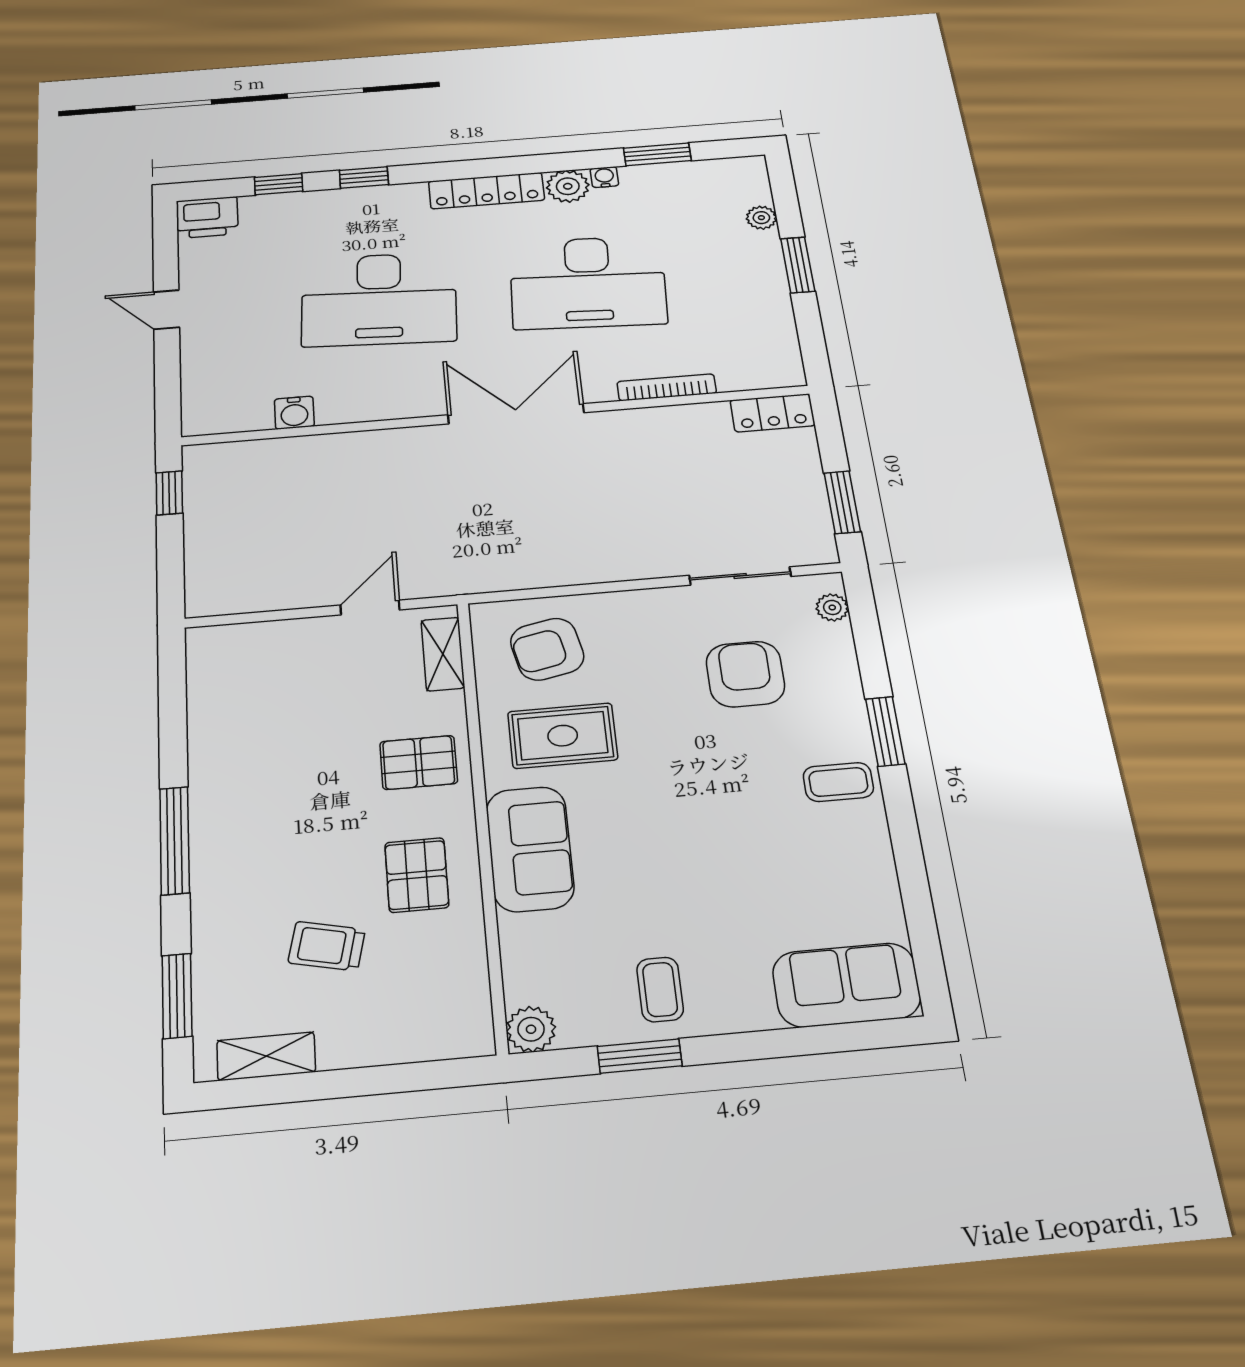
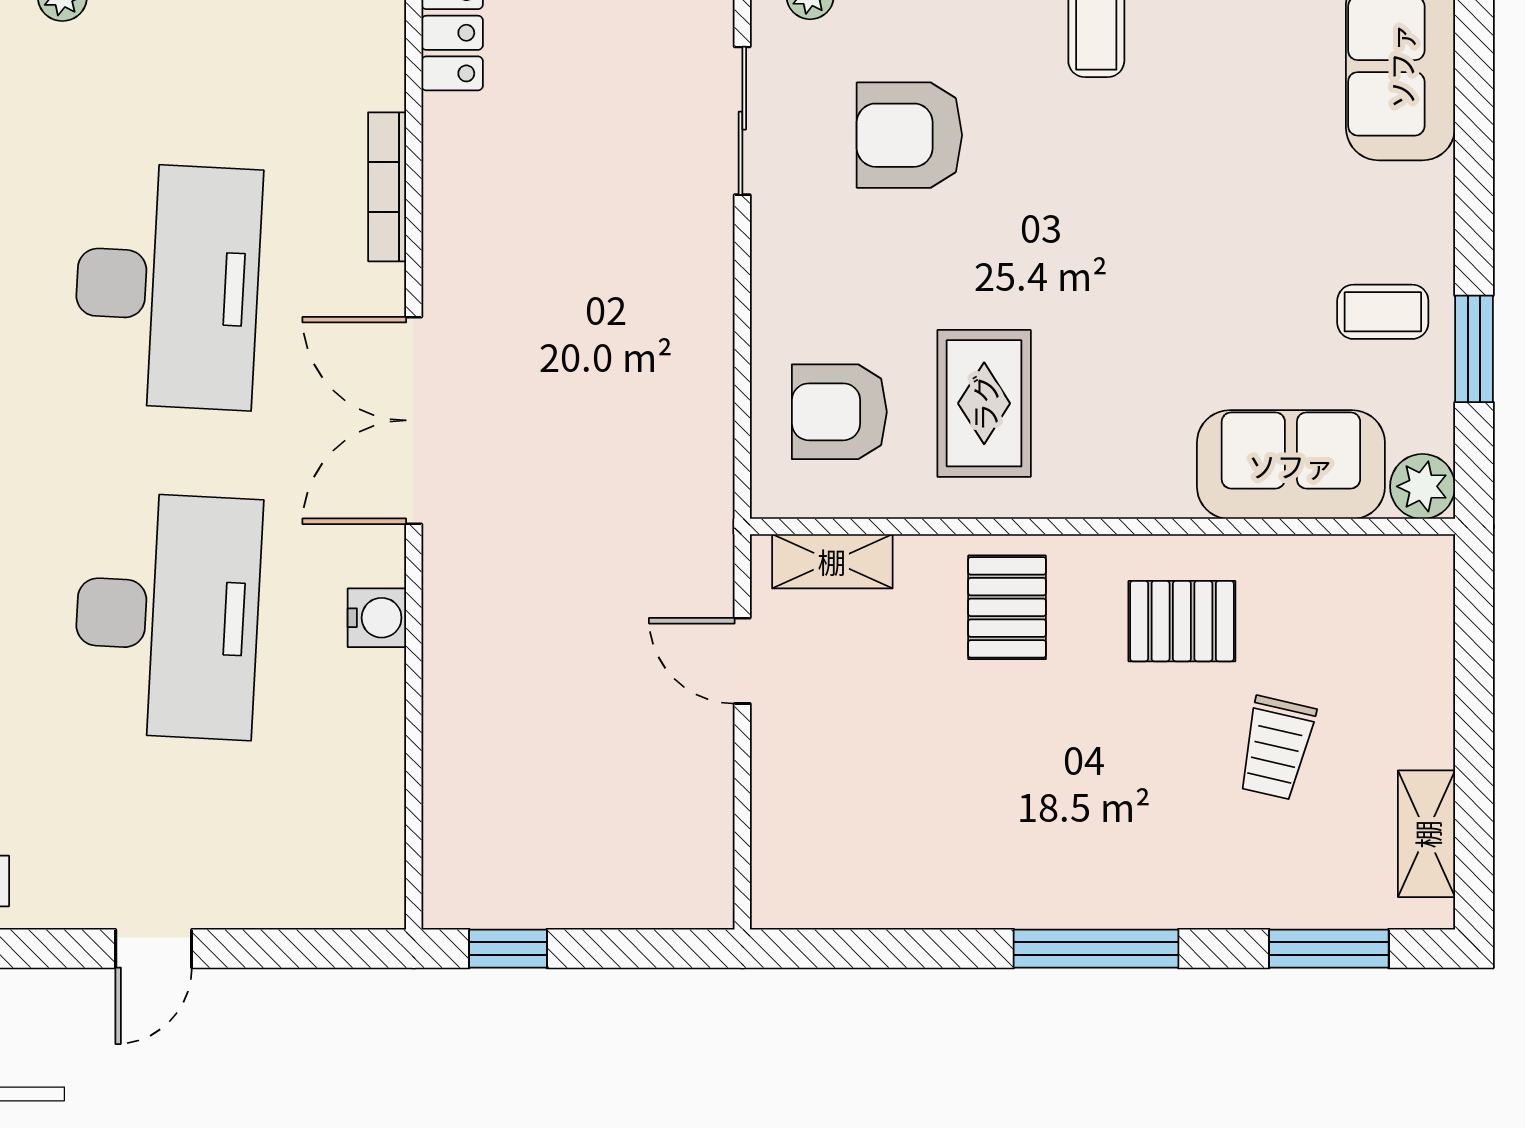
water cooler: (294, 413) -> (377, 618), moved
armchair: (547, 649) -> (839, 412), turned 102
sofa: (530, 849) -> (1291, 465), moved

